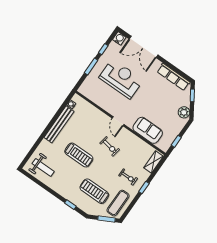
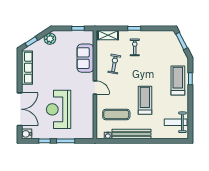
door: (118, 121) -> (95, 87), hinge flipped
exercise bike: (110, 146) -> (114, 64), moved
weight bench: (43, 167) -> (176, 122), turned -90
treadmill: (94, 191) -> (178, 80), moved, turned 180
exercise mat: (118, 203) -> (116, 114), moved

